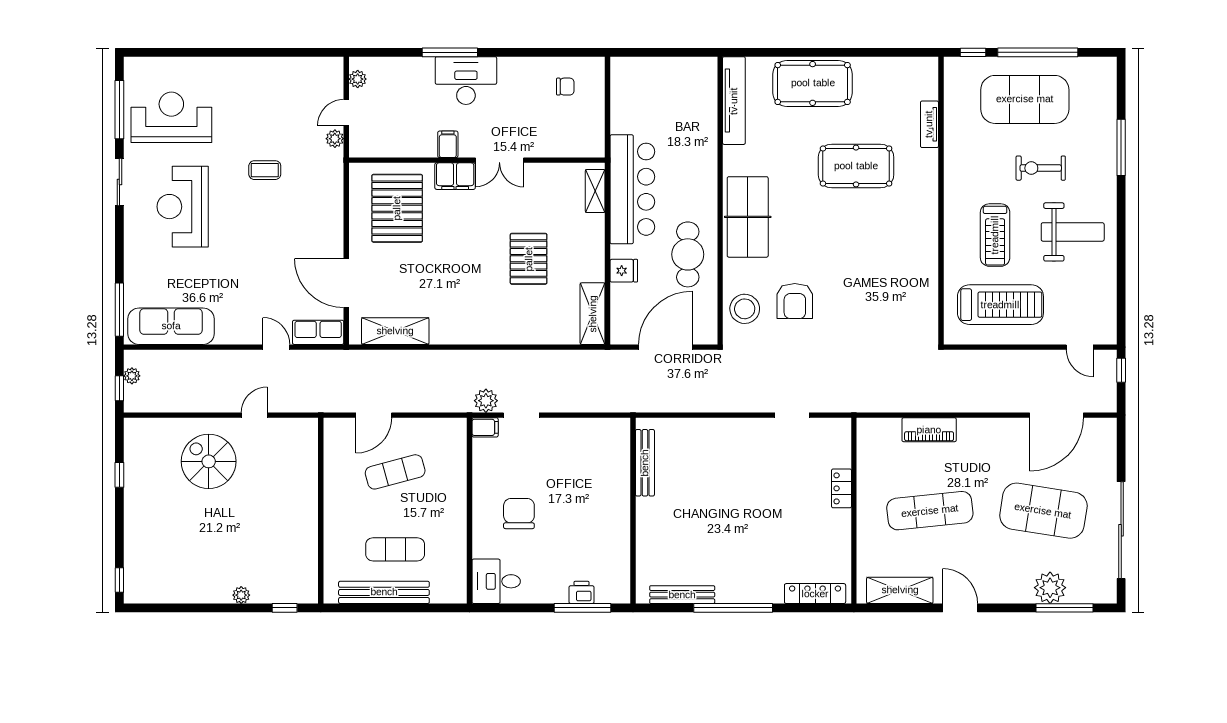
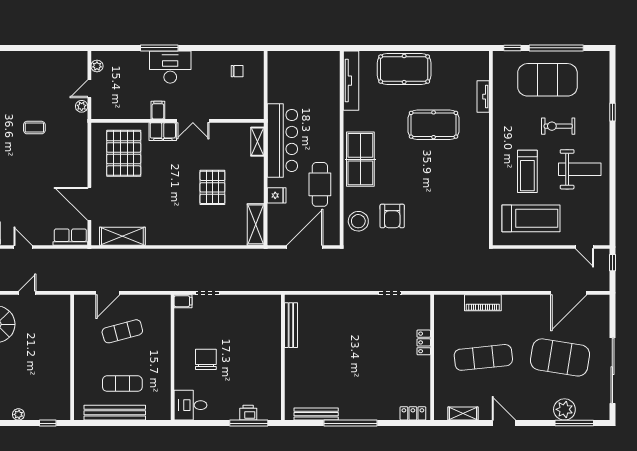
window: (1121, 147) -> (612, 112), width x0.46
door: (276, 347) -> (23, 247), moved
plant: (486, 401) -> (184, 283), removed
shelving: (900, 590) -> (463, 414), width x0.67, depth x0.75
locker: (815, 594) -> (413, 413), width x0.66

